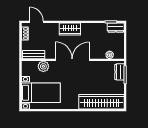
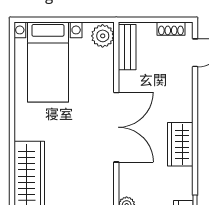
wardrobe: (70, 29) -> (180, 144), moved
plant: (43, 66) -> (103, 36), moved

